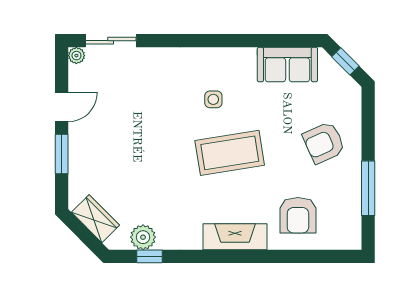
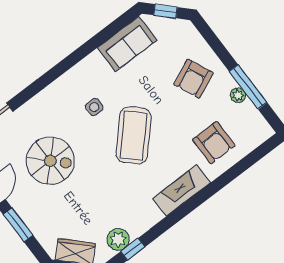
spiral stairs: (136, 118) -> (50, 161), added
coffee table: (230, 153) -> (134, 135), turned -38
plant: (353, 189) -> (238, 95), added

